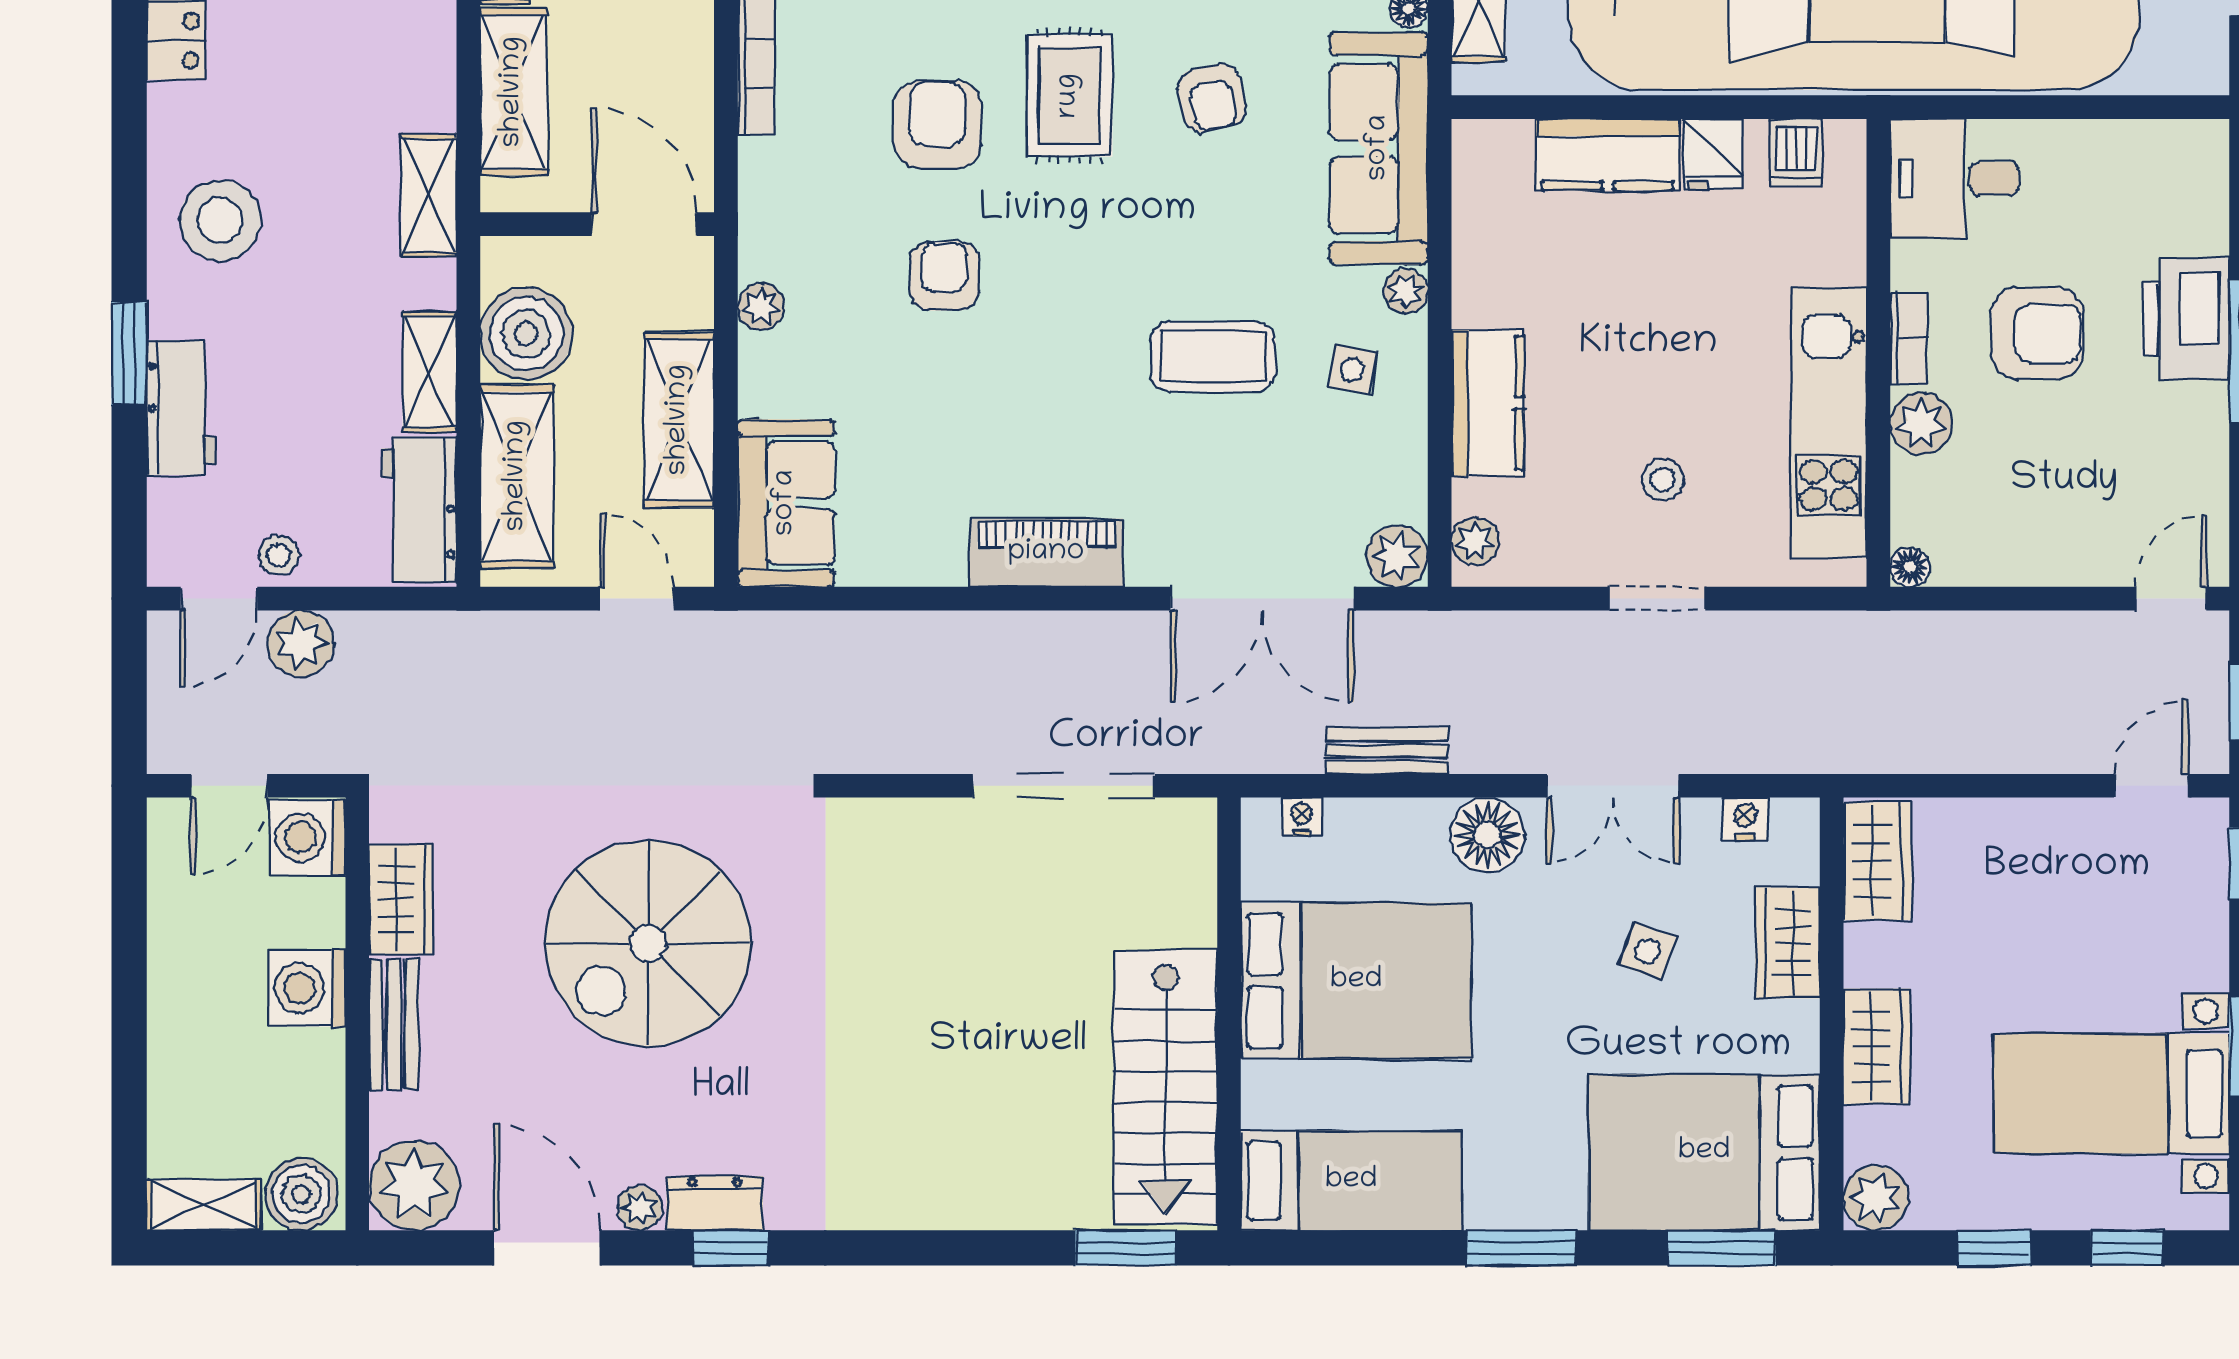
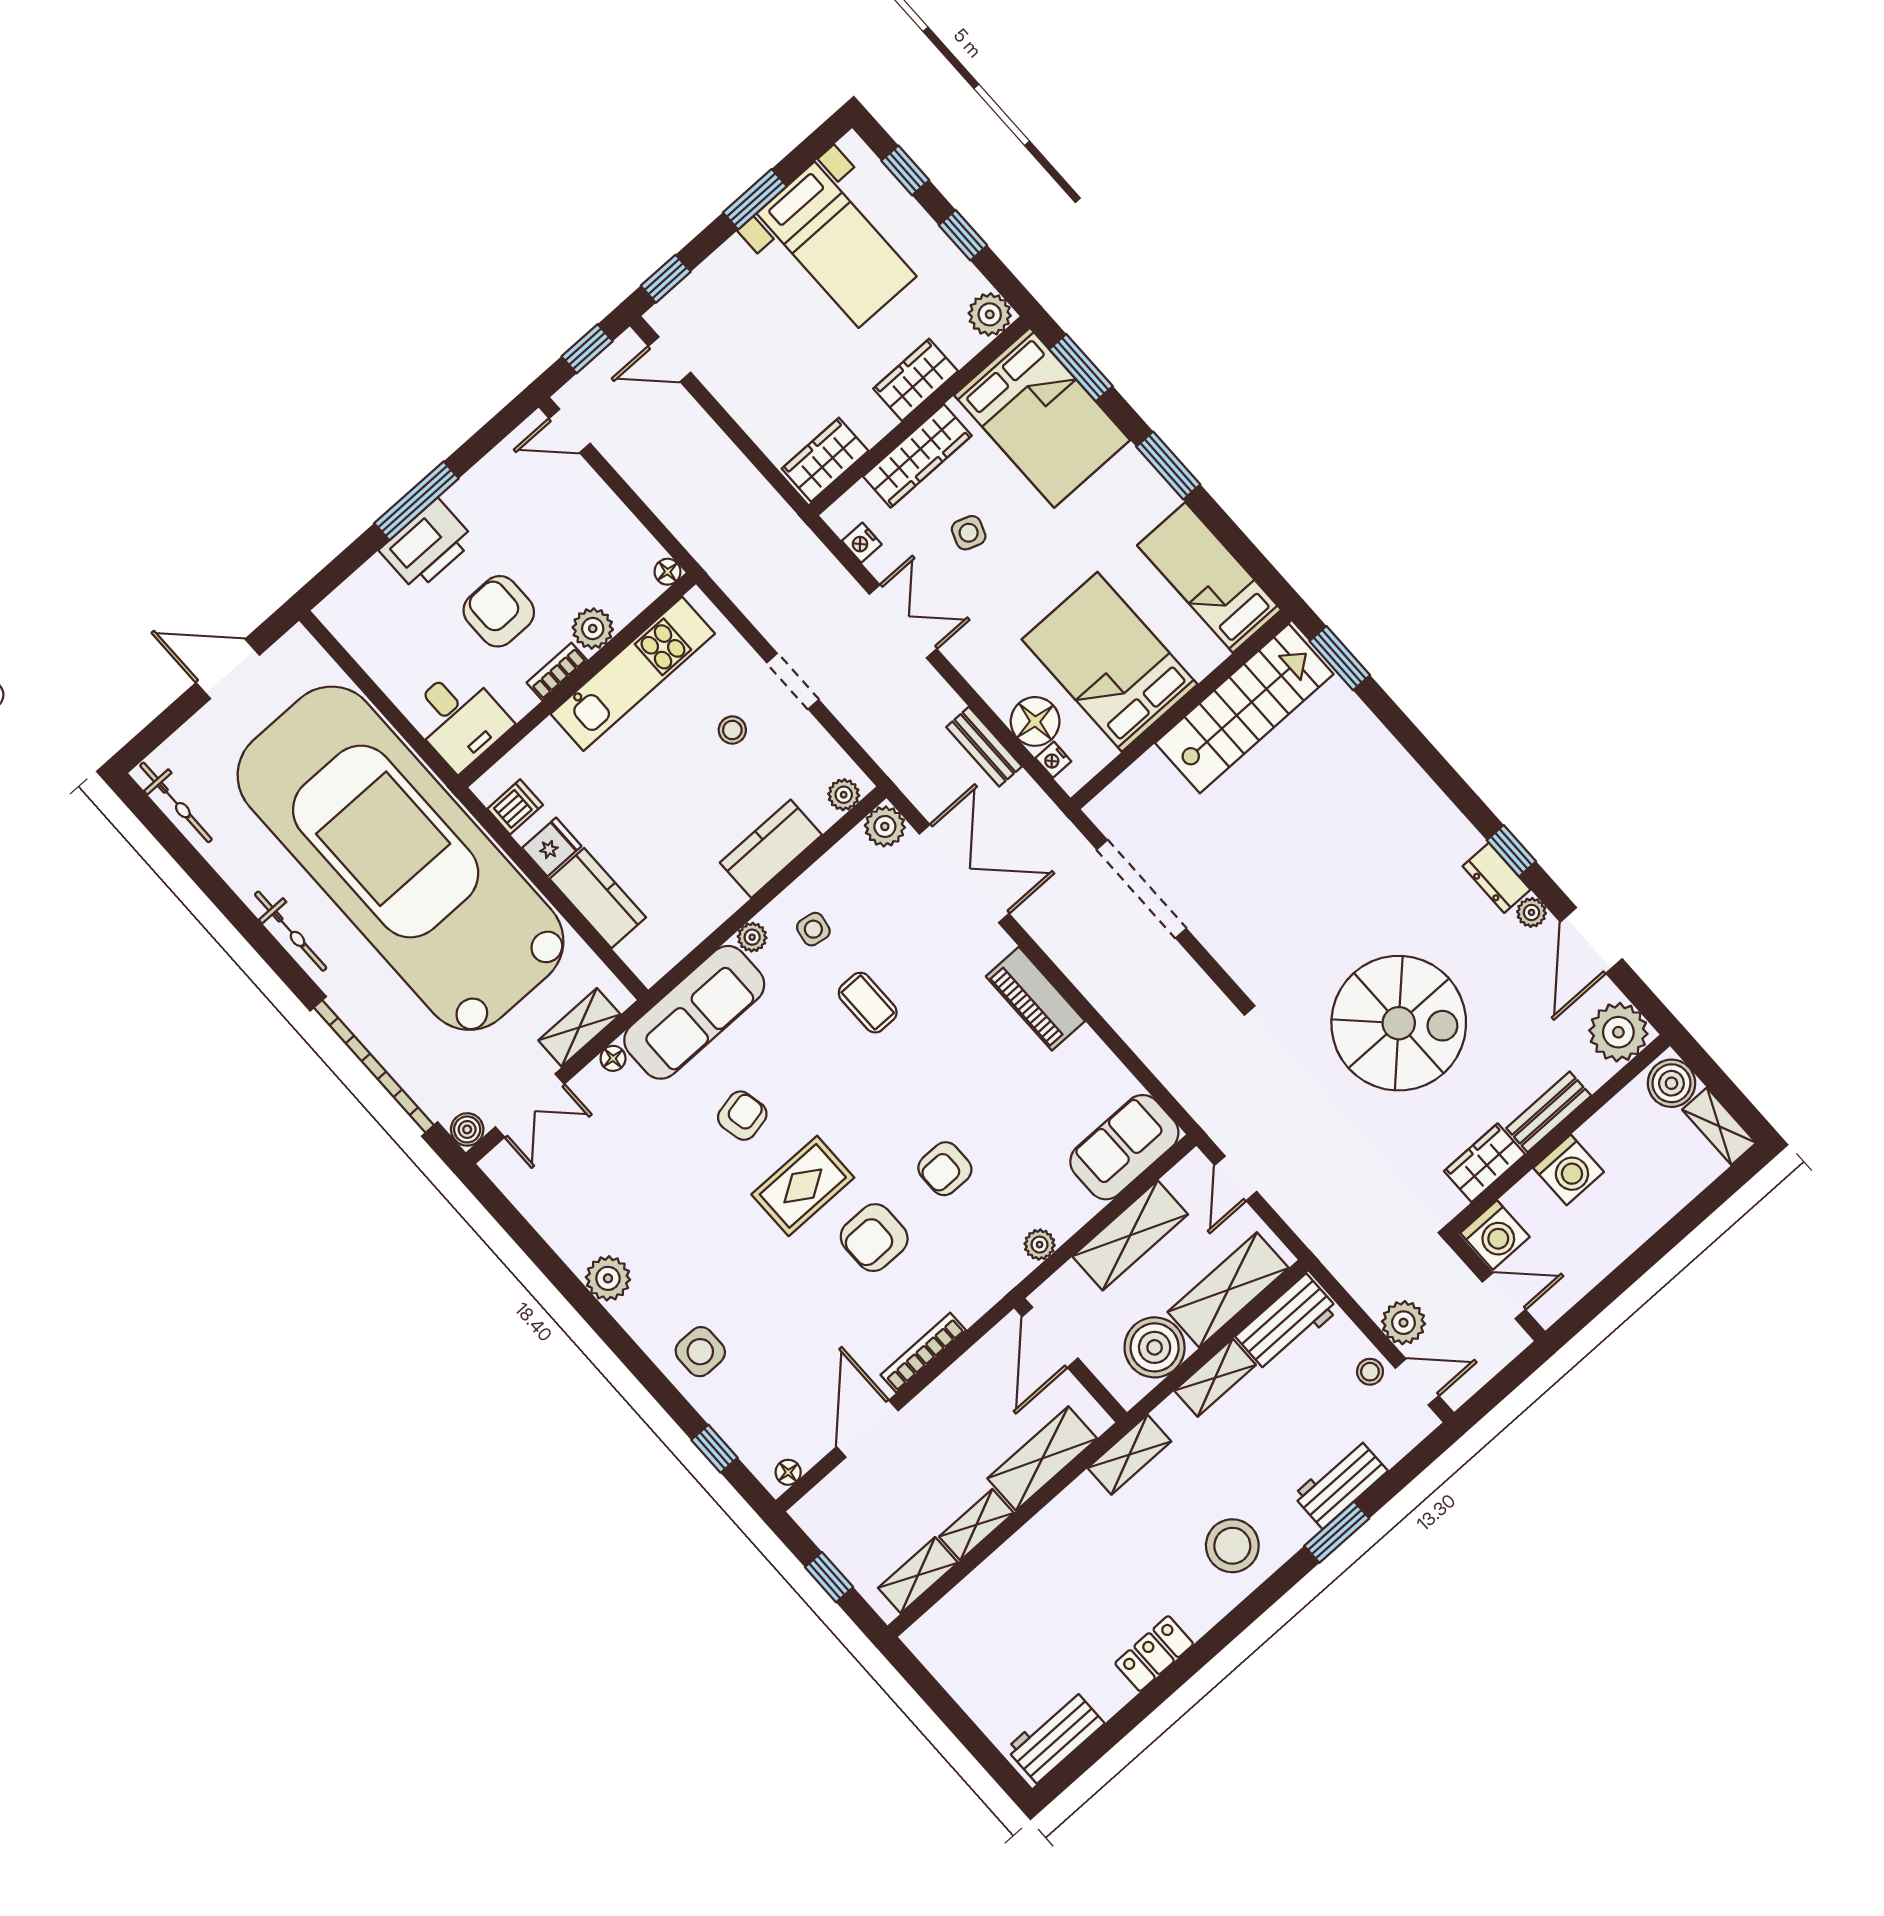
coffee table: (1213, 357) -> (868, 1003), width x0.73, depth x0.77
floor lamp: (1487, 835) -> (1035, 721), moved
wardrobe: (1788, 943) -> (917, 456), width x1.50

